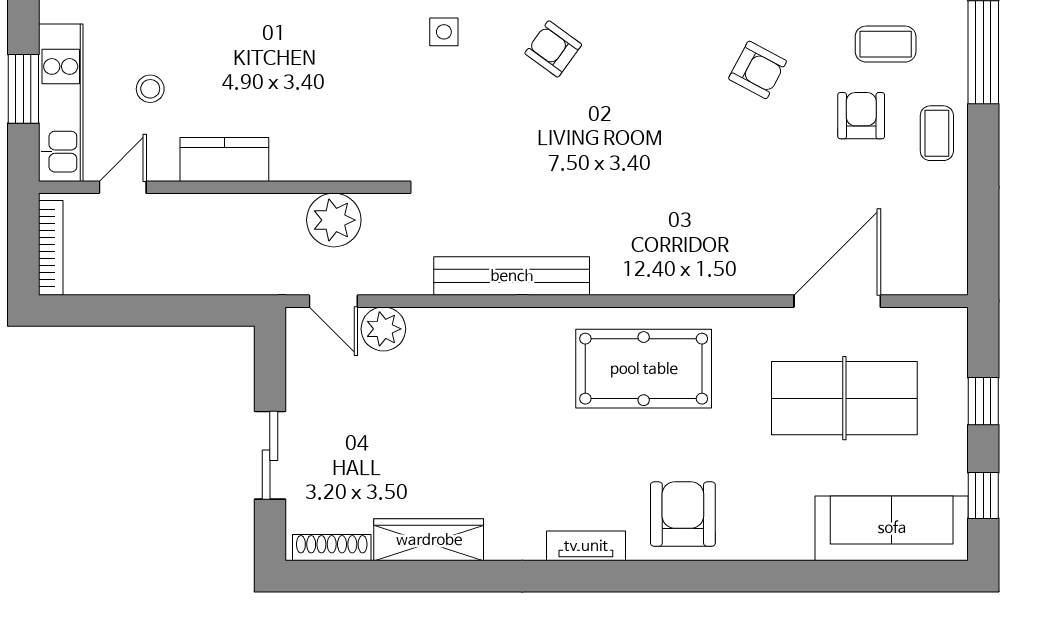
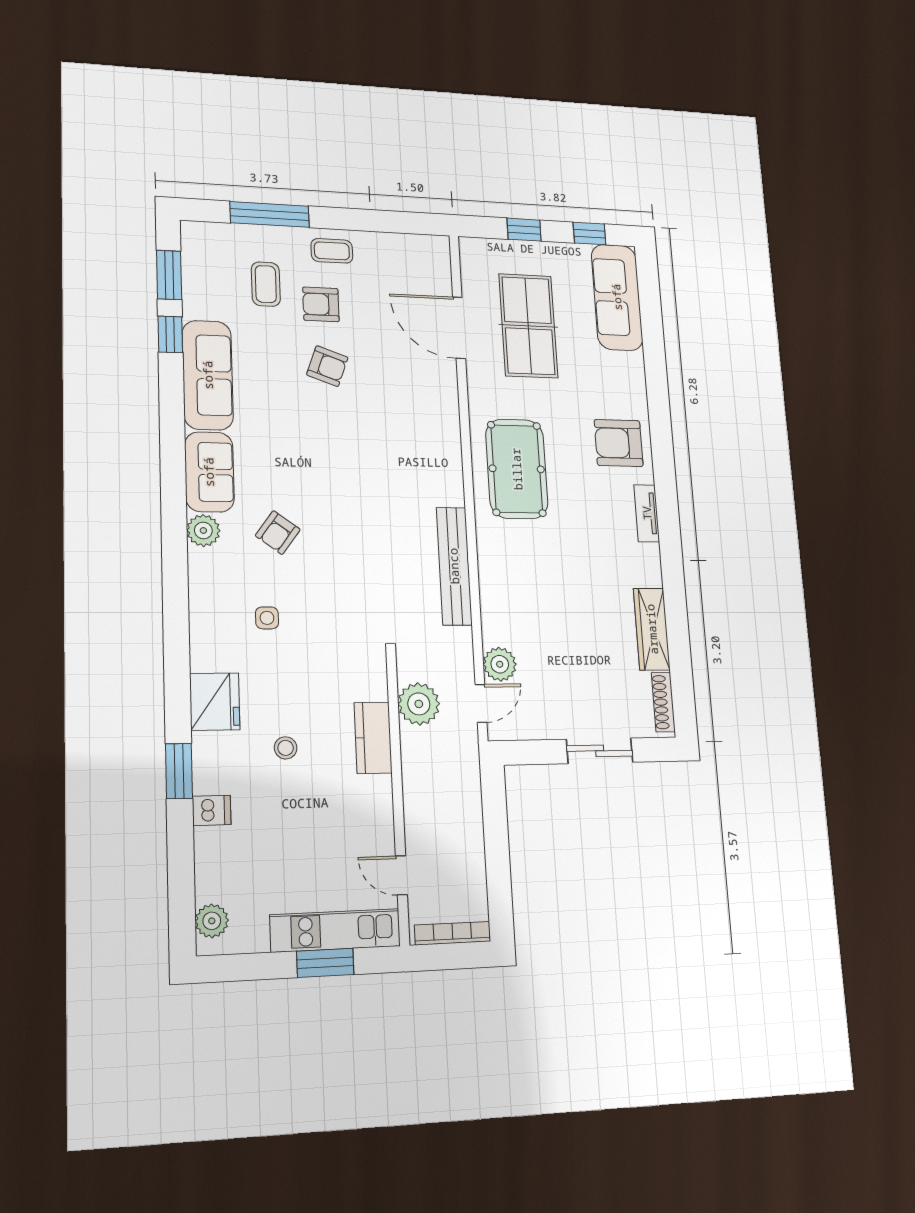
armchair: (758, 70) -> (327, 366), moved, turned 82
stool: (150, 89) -> (286, 748), moved
kitchen counter: (224, 159) -> (373, 738), moved

